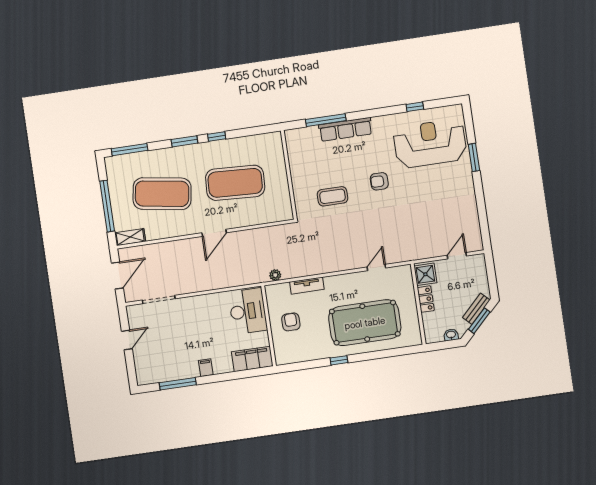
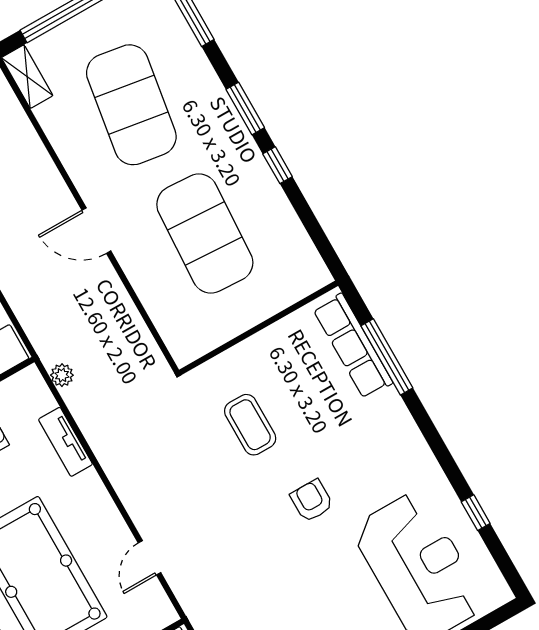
row of seats: (345, 129) -> (353, 346), moved
door: (376, 267) -> (150, 558), swing flipped

